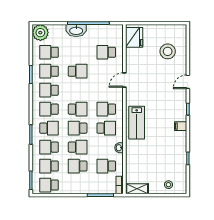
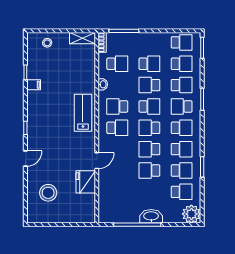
fridge: (134, 37) -> (86, 182), moved
school desk: (106, 52) -> (149, 149), moved, turned 180
filing cabinet: (181, 126) -> (34, 85), moved

